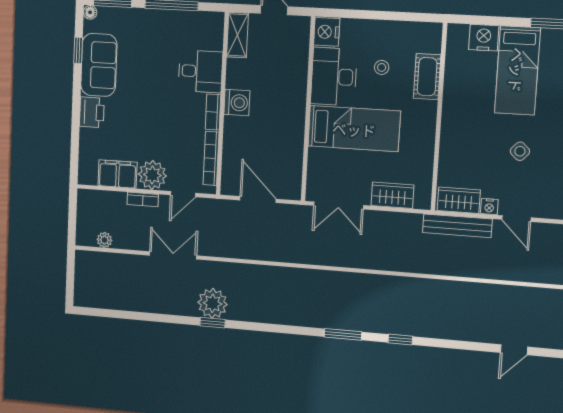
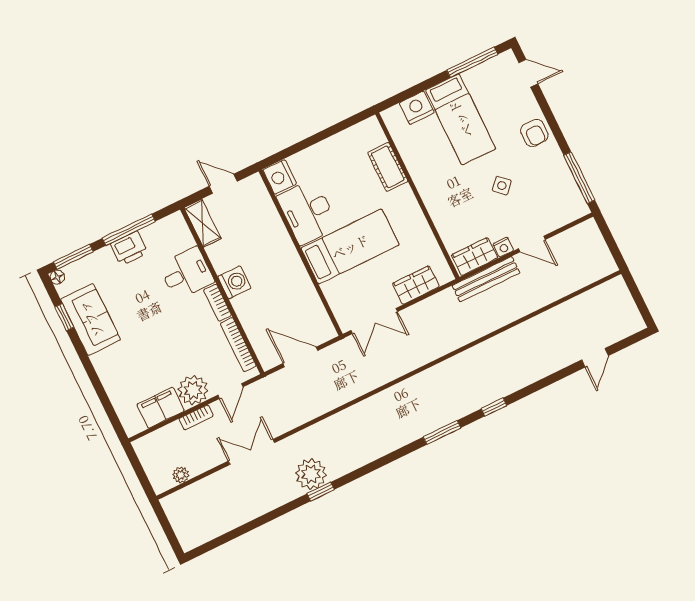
stool: (382, 67) -> (344, 181), removed
printer: (92, 112) -> (129, 248), moved, turned 90

